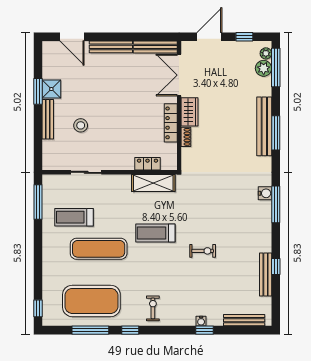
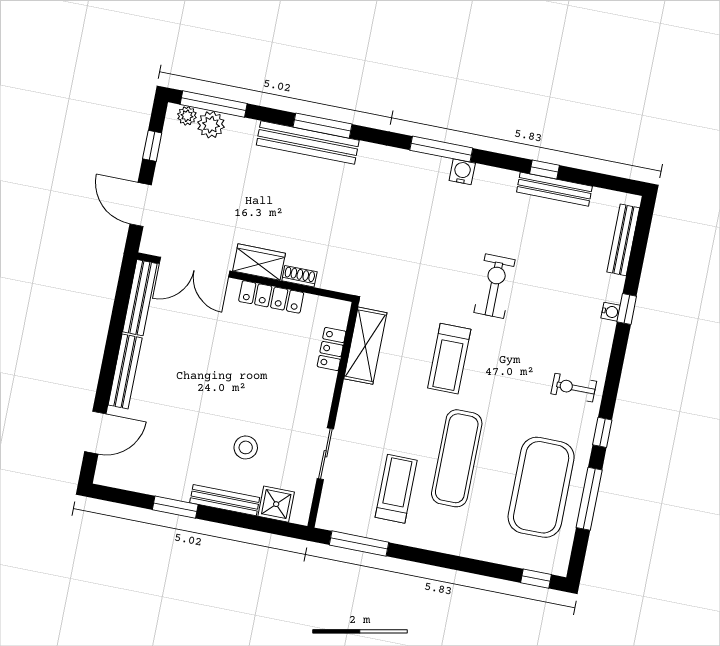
shower: (51, 89) -> (276, 504), moved
water cooler: (265, 193) -> (462, 172), moved
treadmill: (74, 217) -> (396, 489), turned 180
exercise bike: (203, 251) -> (494, 286), width x1.38, depth x1.39

